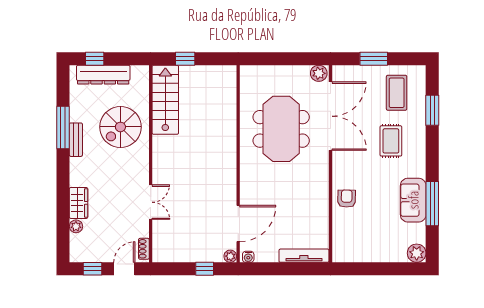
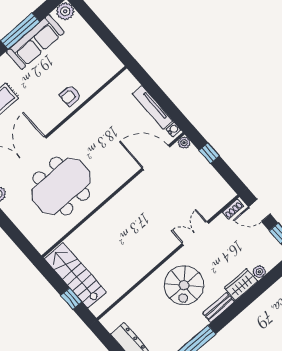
stairs: (165, 100) -> (75, 275), moved, turned 90
spiral stairs: (120, 127) -> (184, 285), moved, turned 90
bench: (76, 140) -> (219, 307), moved
sofa: (413, 200) -> (35, 42), width x1.36
tv unit: (304, 256) -> (153, 107), moved

